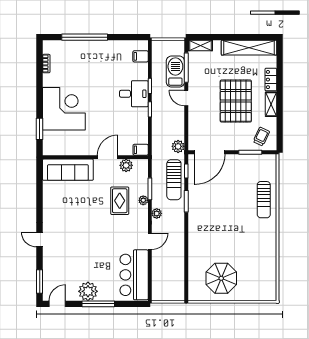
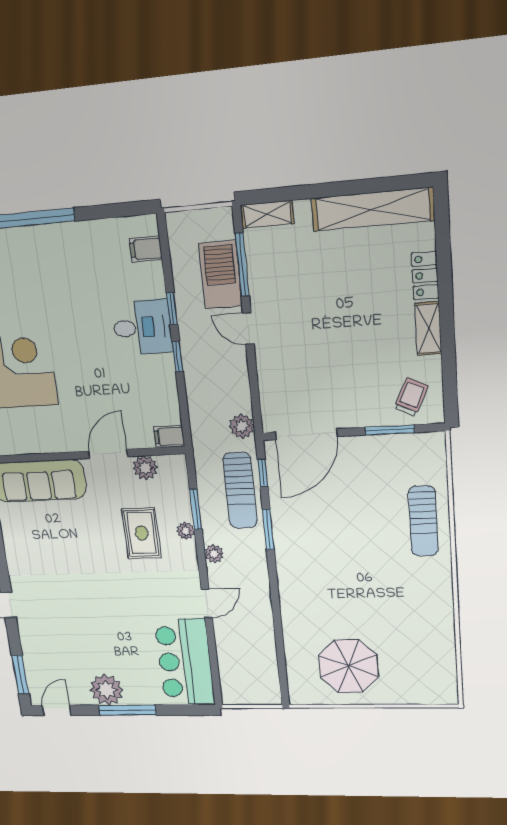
pallet: (236, 101) -> (352, 327), removed

